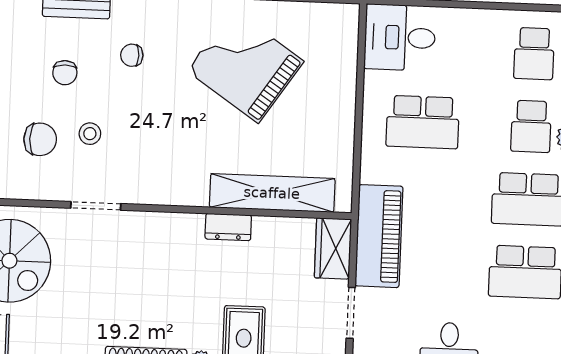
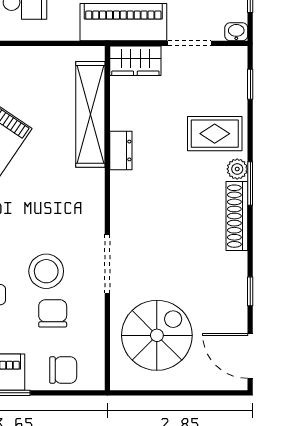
stool: (90, 134) -> (46, 271), width x1.89, depth x1.89
doorway: (96, 206) -> (107, 264), width x1.38

